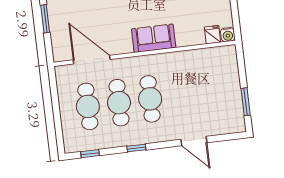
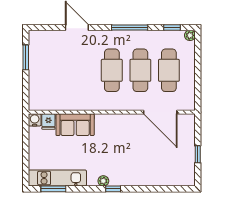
window: (45, 19) -> (198, 154), width x0.67
sofa: (154, 38) -> (75, 125), moved
plant: (70, 147) -> (190, 35), added
window: (136, 148) -> (130, 27), width x2.17

